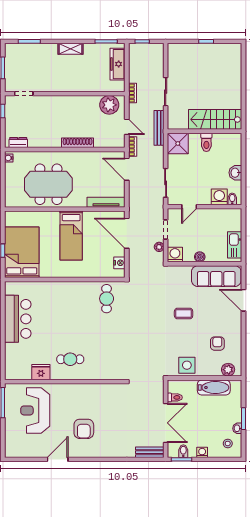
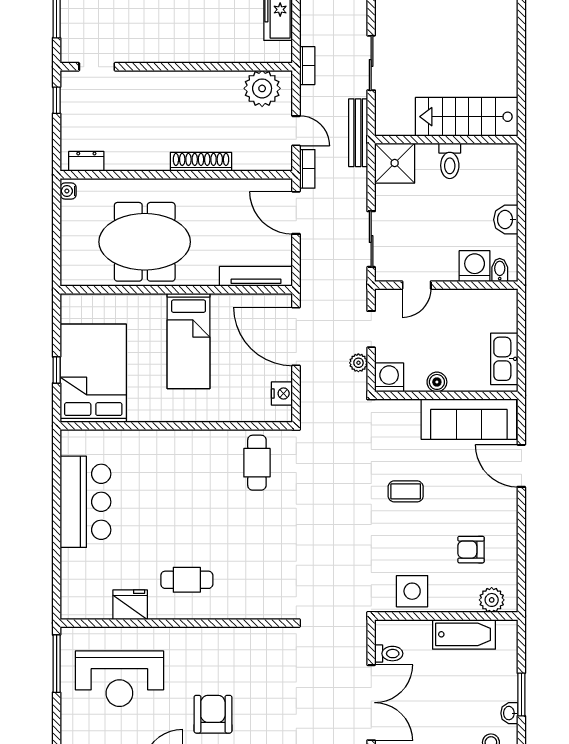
armchair: (217, 344) -> (471, 550), turned -90
reception desk: (35, 410) -> (119, 679), turned -90
armchair: (84, 429) -> (213, 714), turned 180

